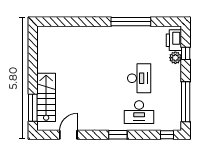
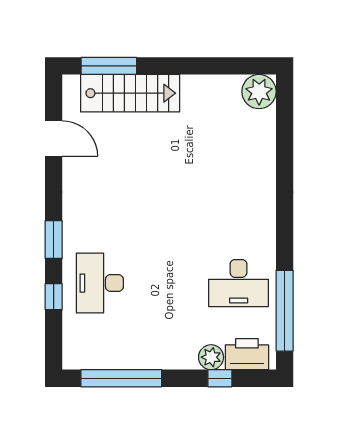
window: (131, 22) -> (285, 311), moved
plant: (45, 34) -> (259, 92), added
desk: (139, 78) -> (239, 283), moved
window: (167, 135) -> (54, 297), moved

